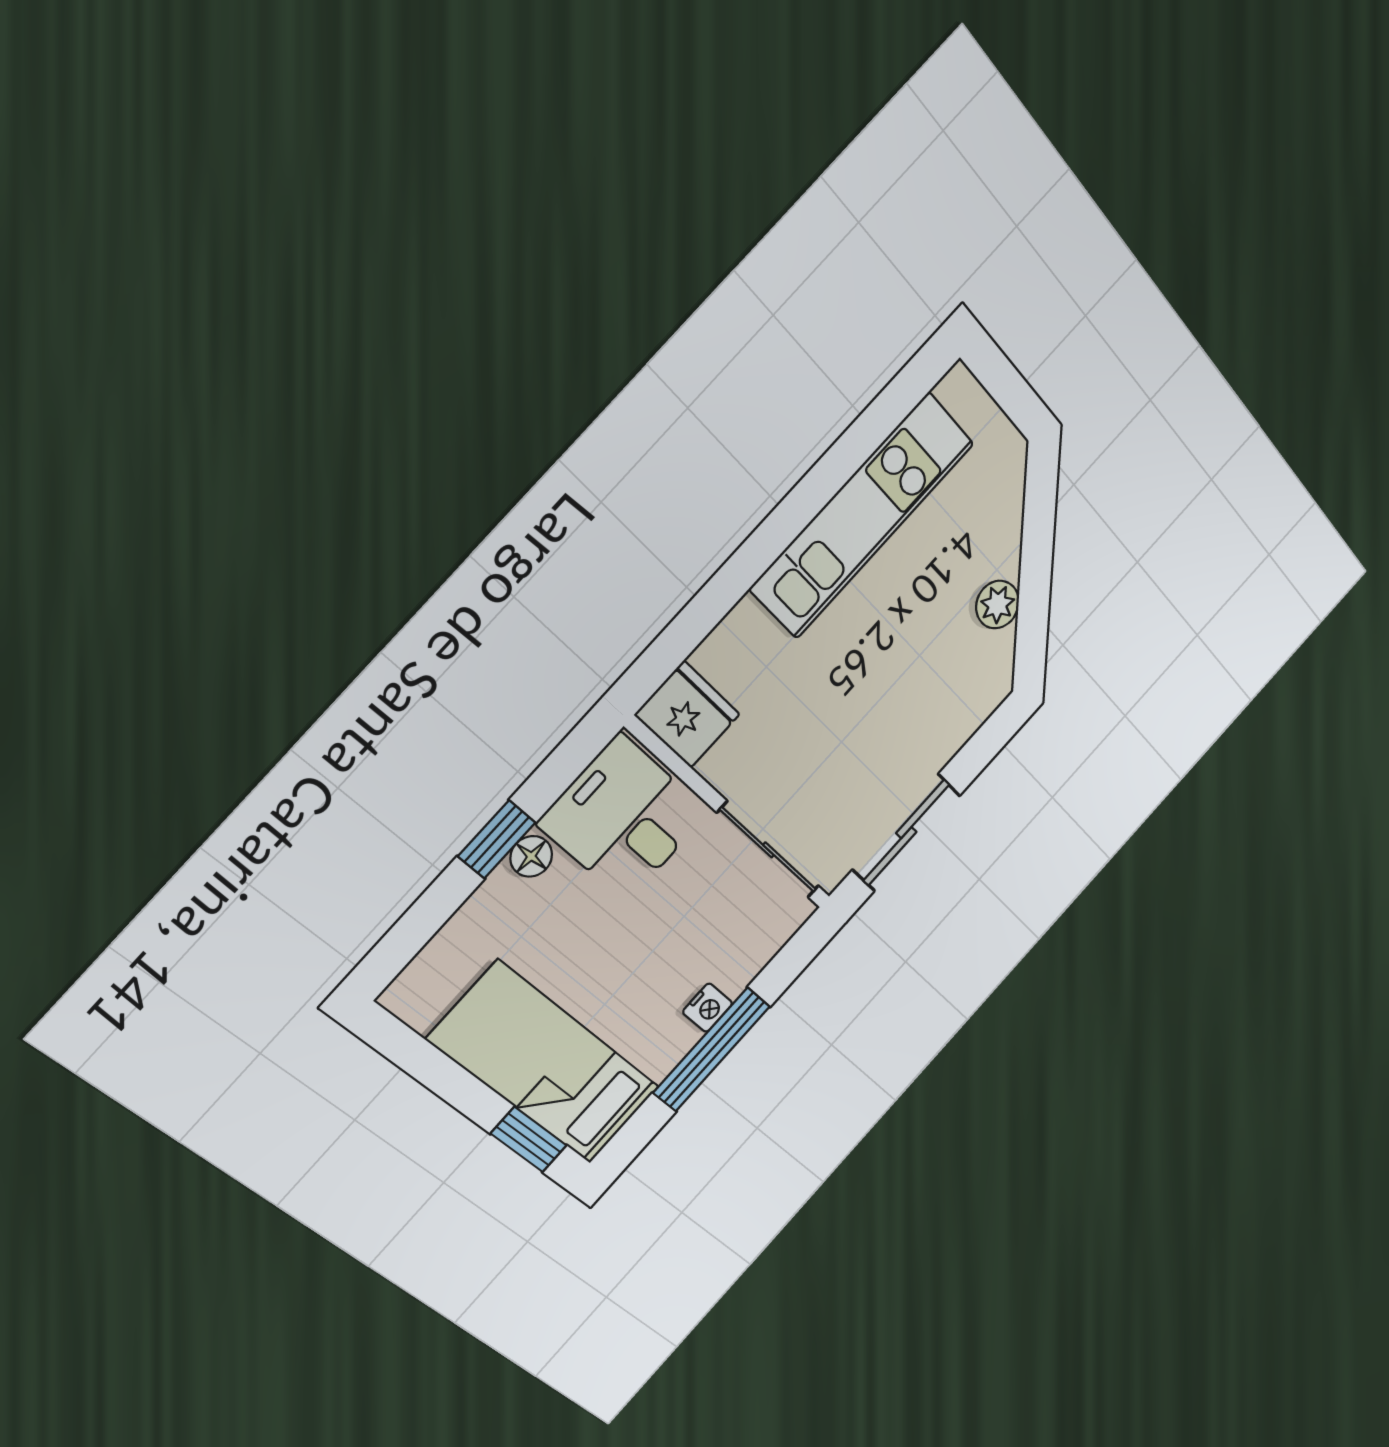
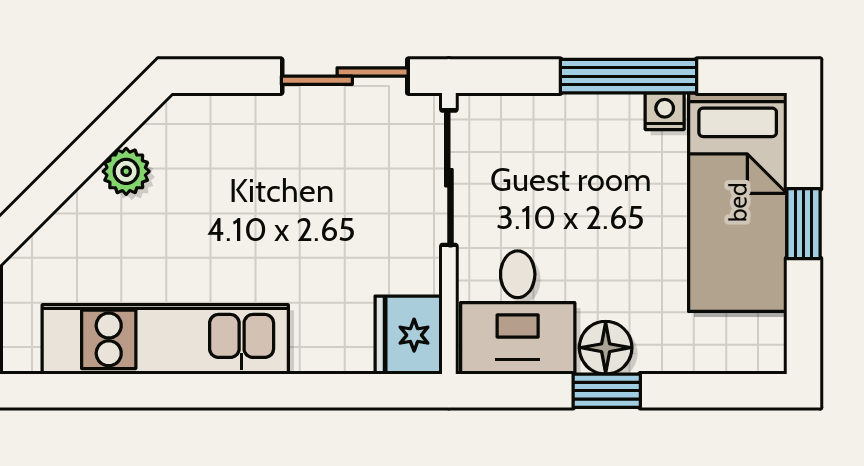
floor lamp: (531, 856) -> (606, 348), width x1.37, depth x1.37
nightstand: (708, 1008) -> (665, 111), moved
window: (529, 1140) -> (803, 224), moved

